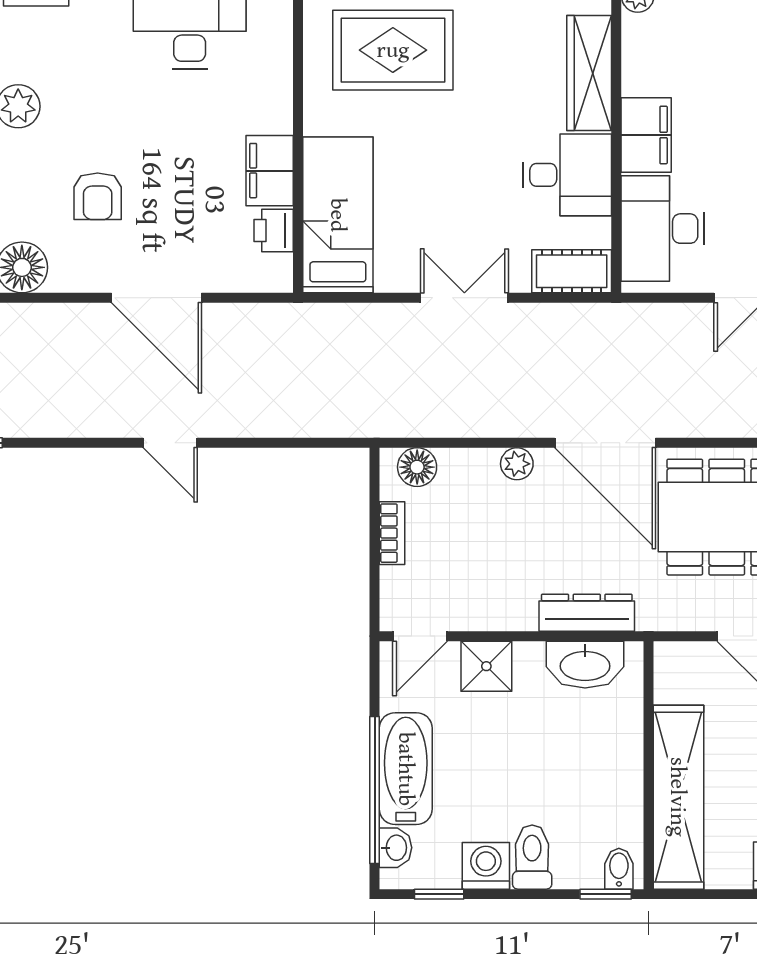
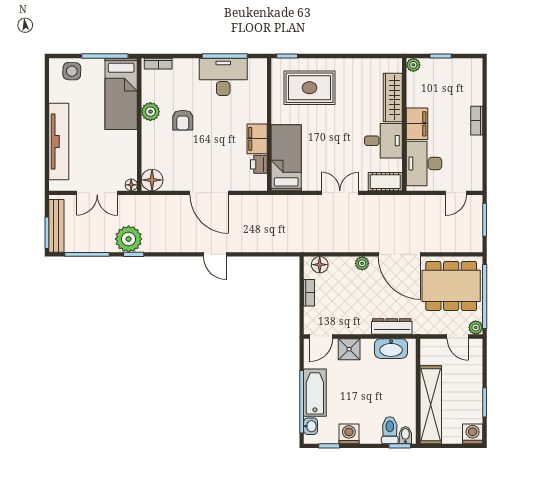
armchair: (98, 196) -> (183, 120), moved
toilet: (532, 857) -> (390, 430), moved

